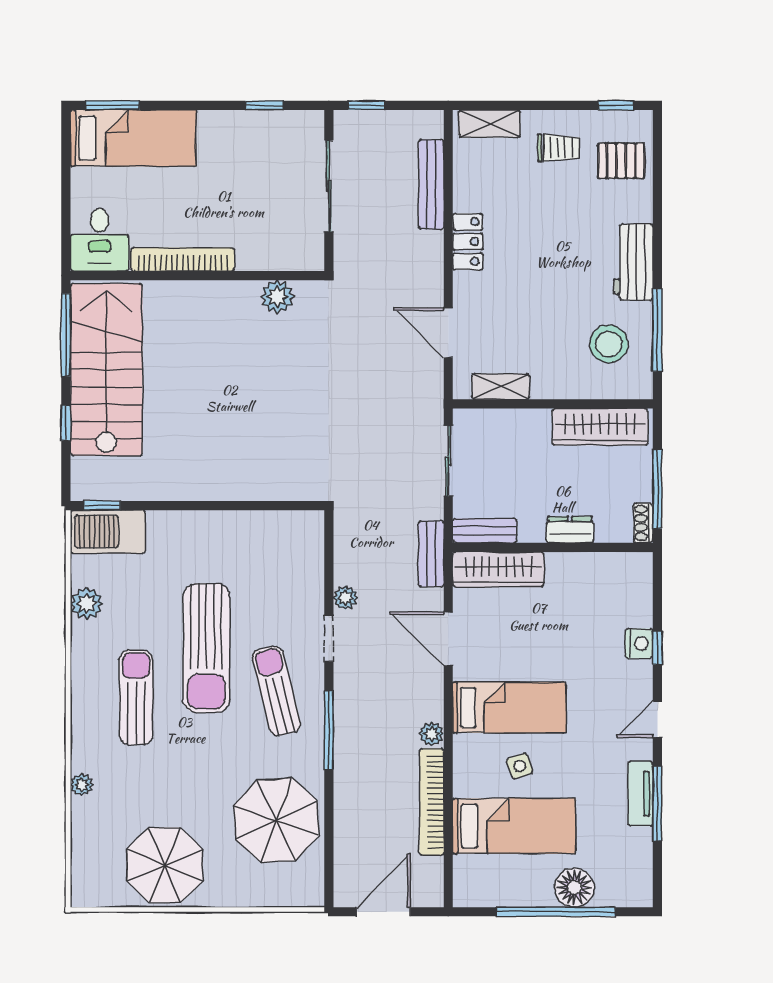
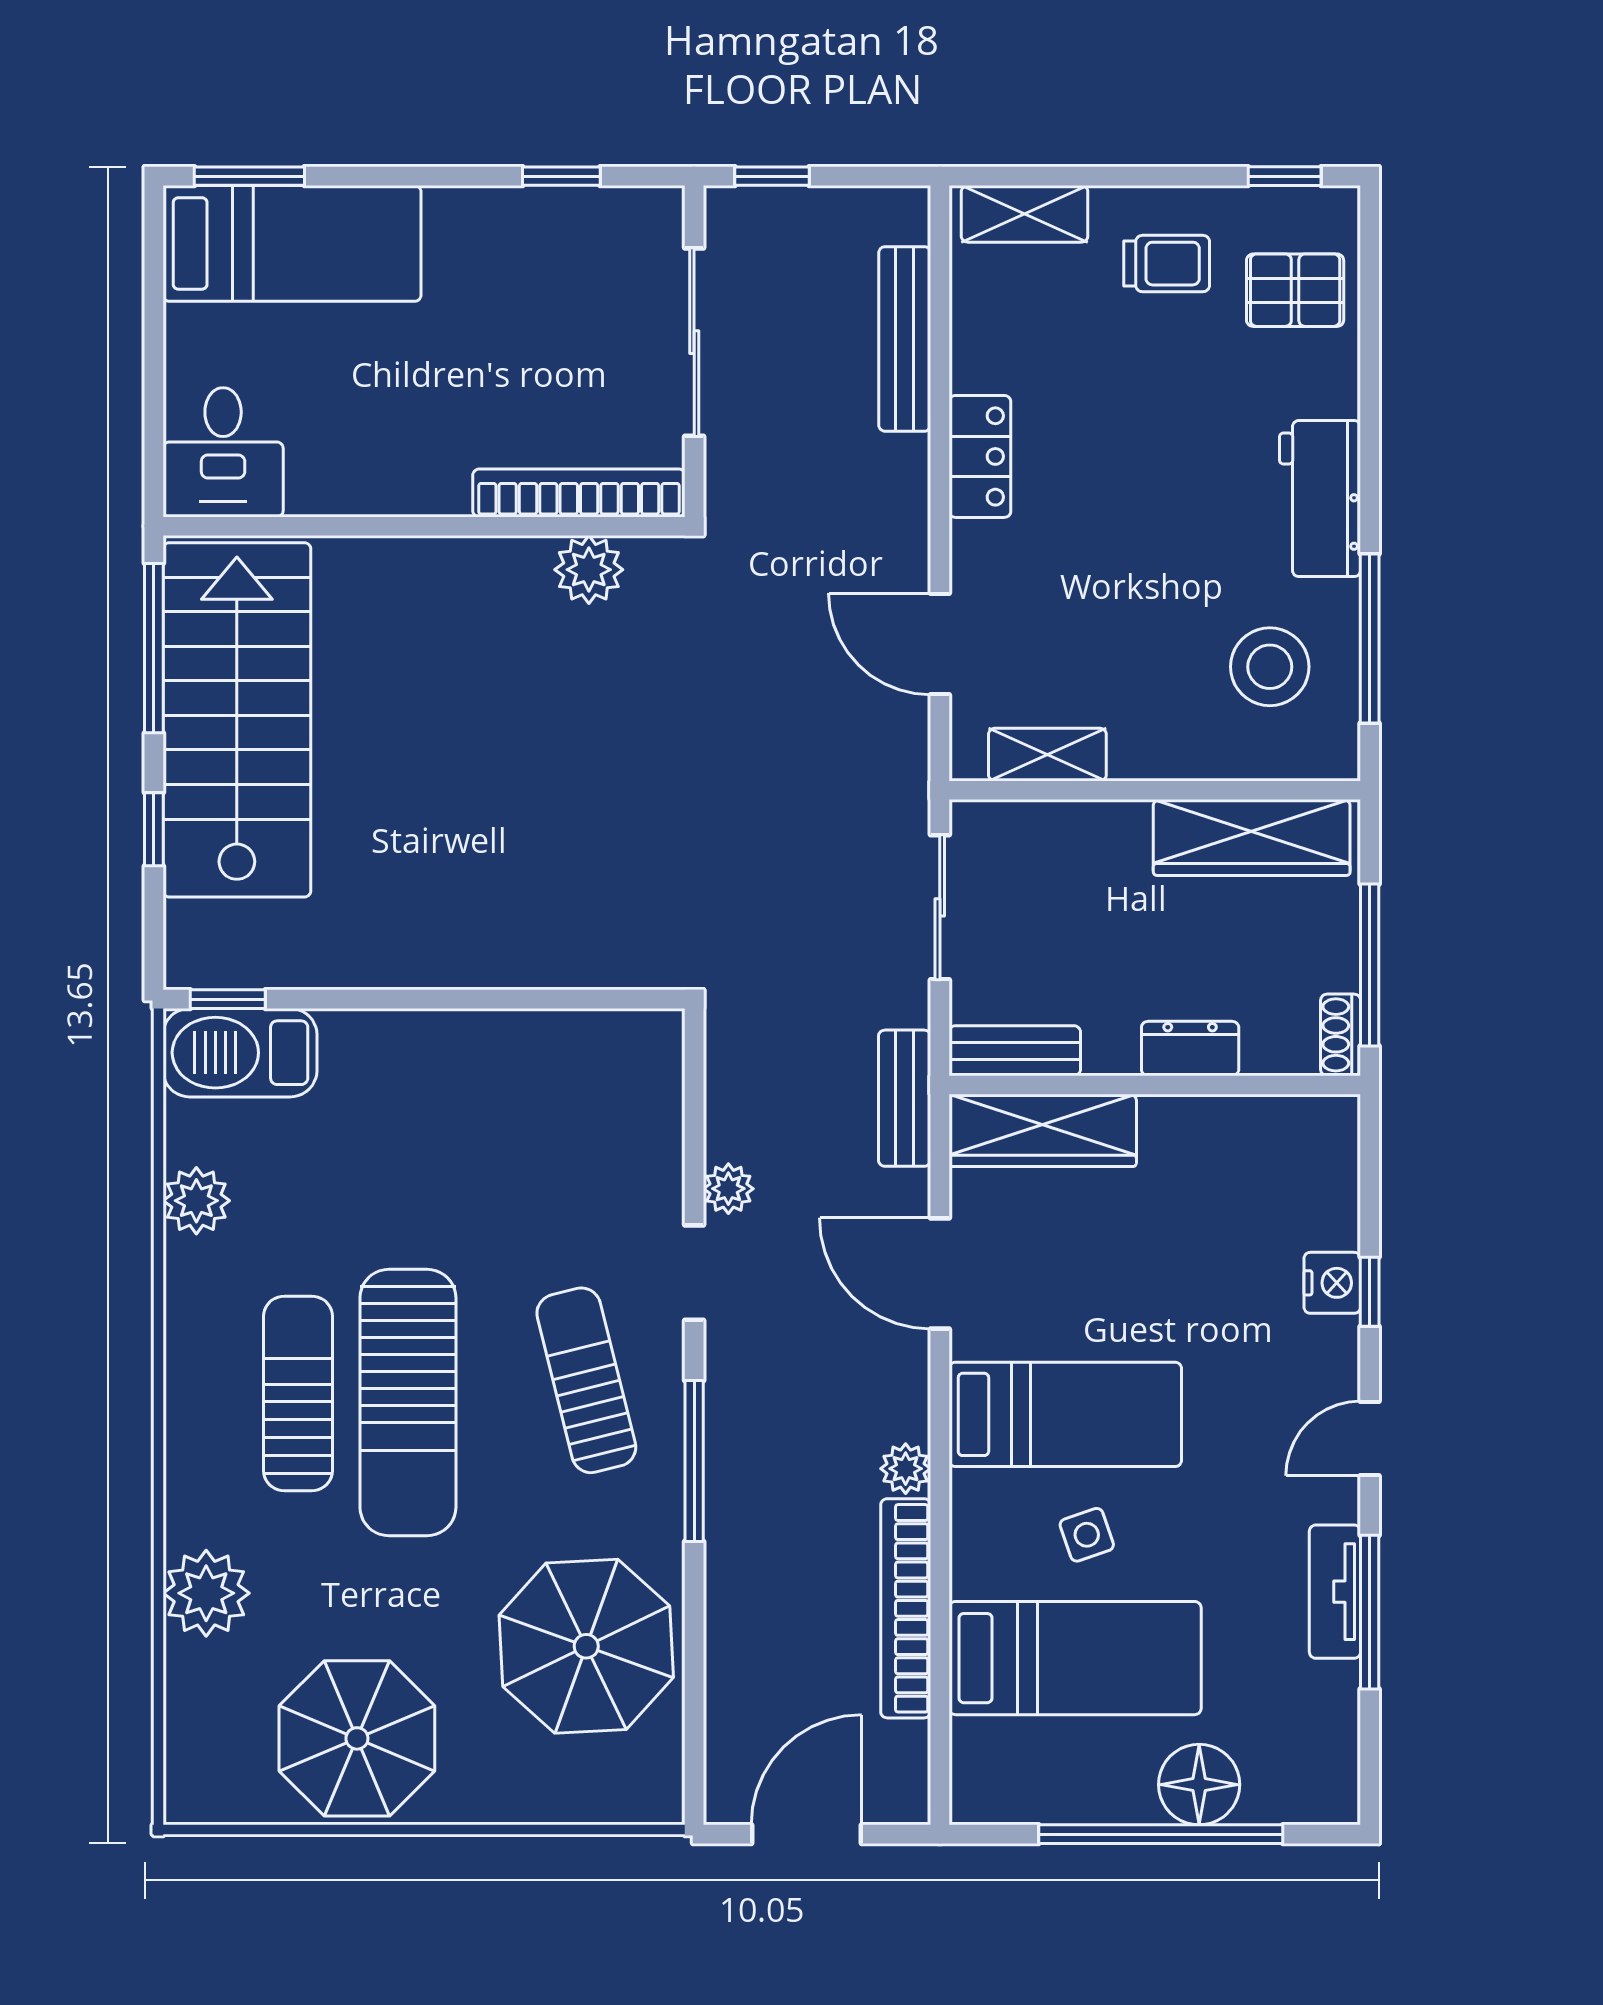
bookcase: (183, 259) -> (579, 493), moved
sun lounger: (206, 648) -> (408, 1402), moved
plant: (82, 785) -> (206, 1593), width x1.87, depth x1.87

